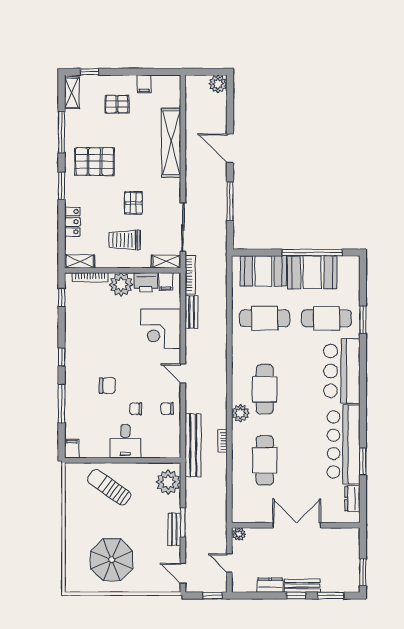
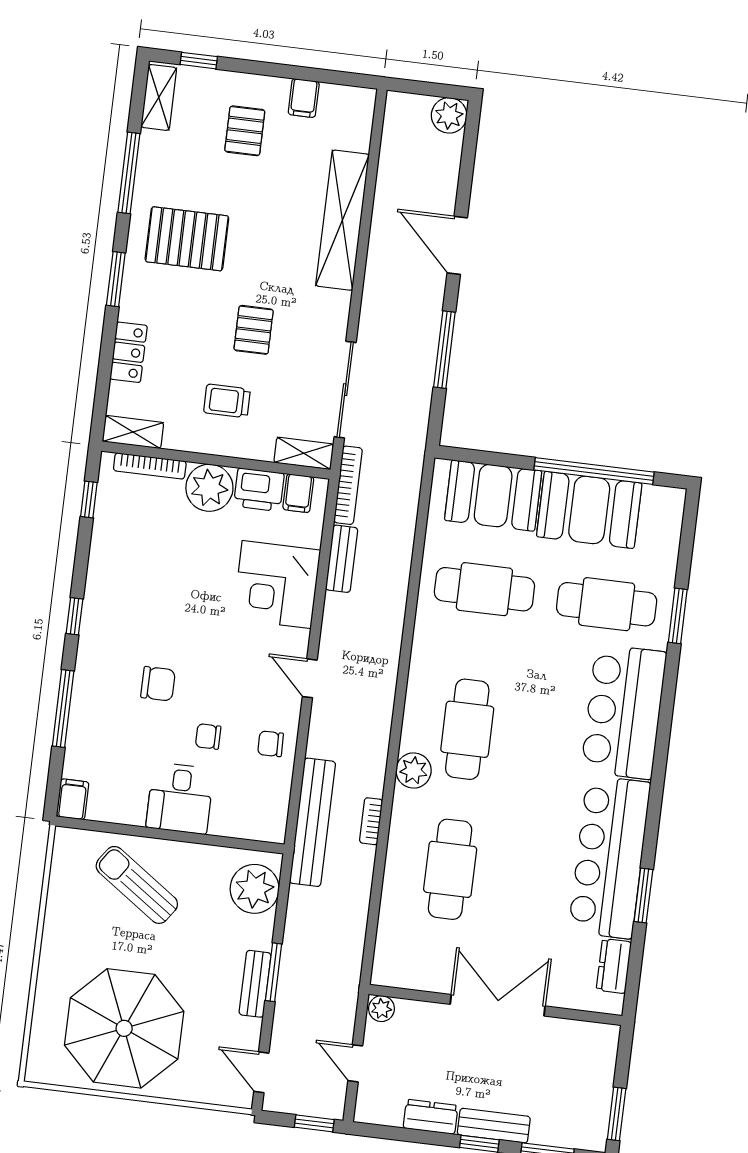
pallet: (117, 104) -> (245, 131), turned 90
trolley: (125, 240) -> (227, 401), width x0.73, depth x0.72
parasol: (112, 560) -> (124, 1028), width x1.36, depth x1.36

